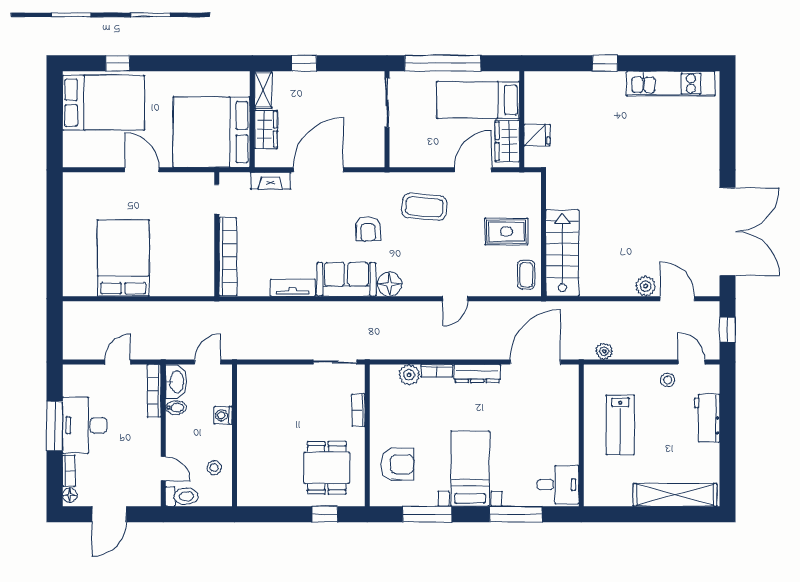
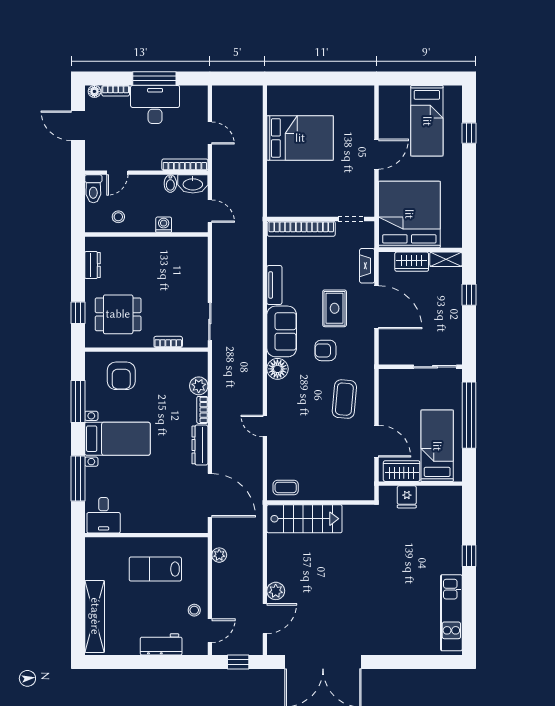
bed: (103, 103) -> (427, 121), width x0.67
rug: (506, 232) -> (335, 308), moved
dresser: (270, 497) -> (92, 265), added

